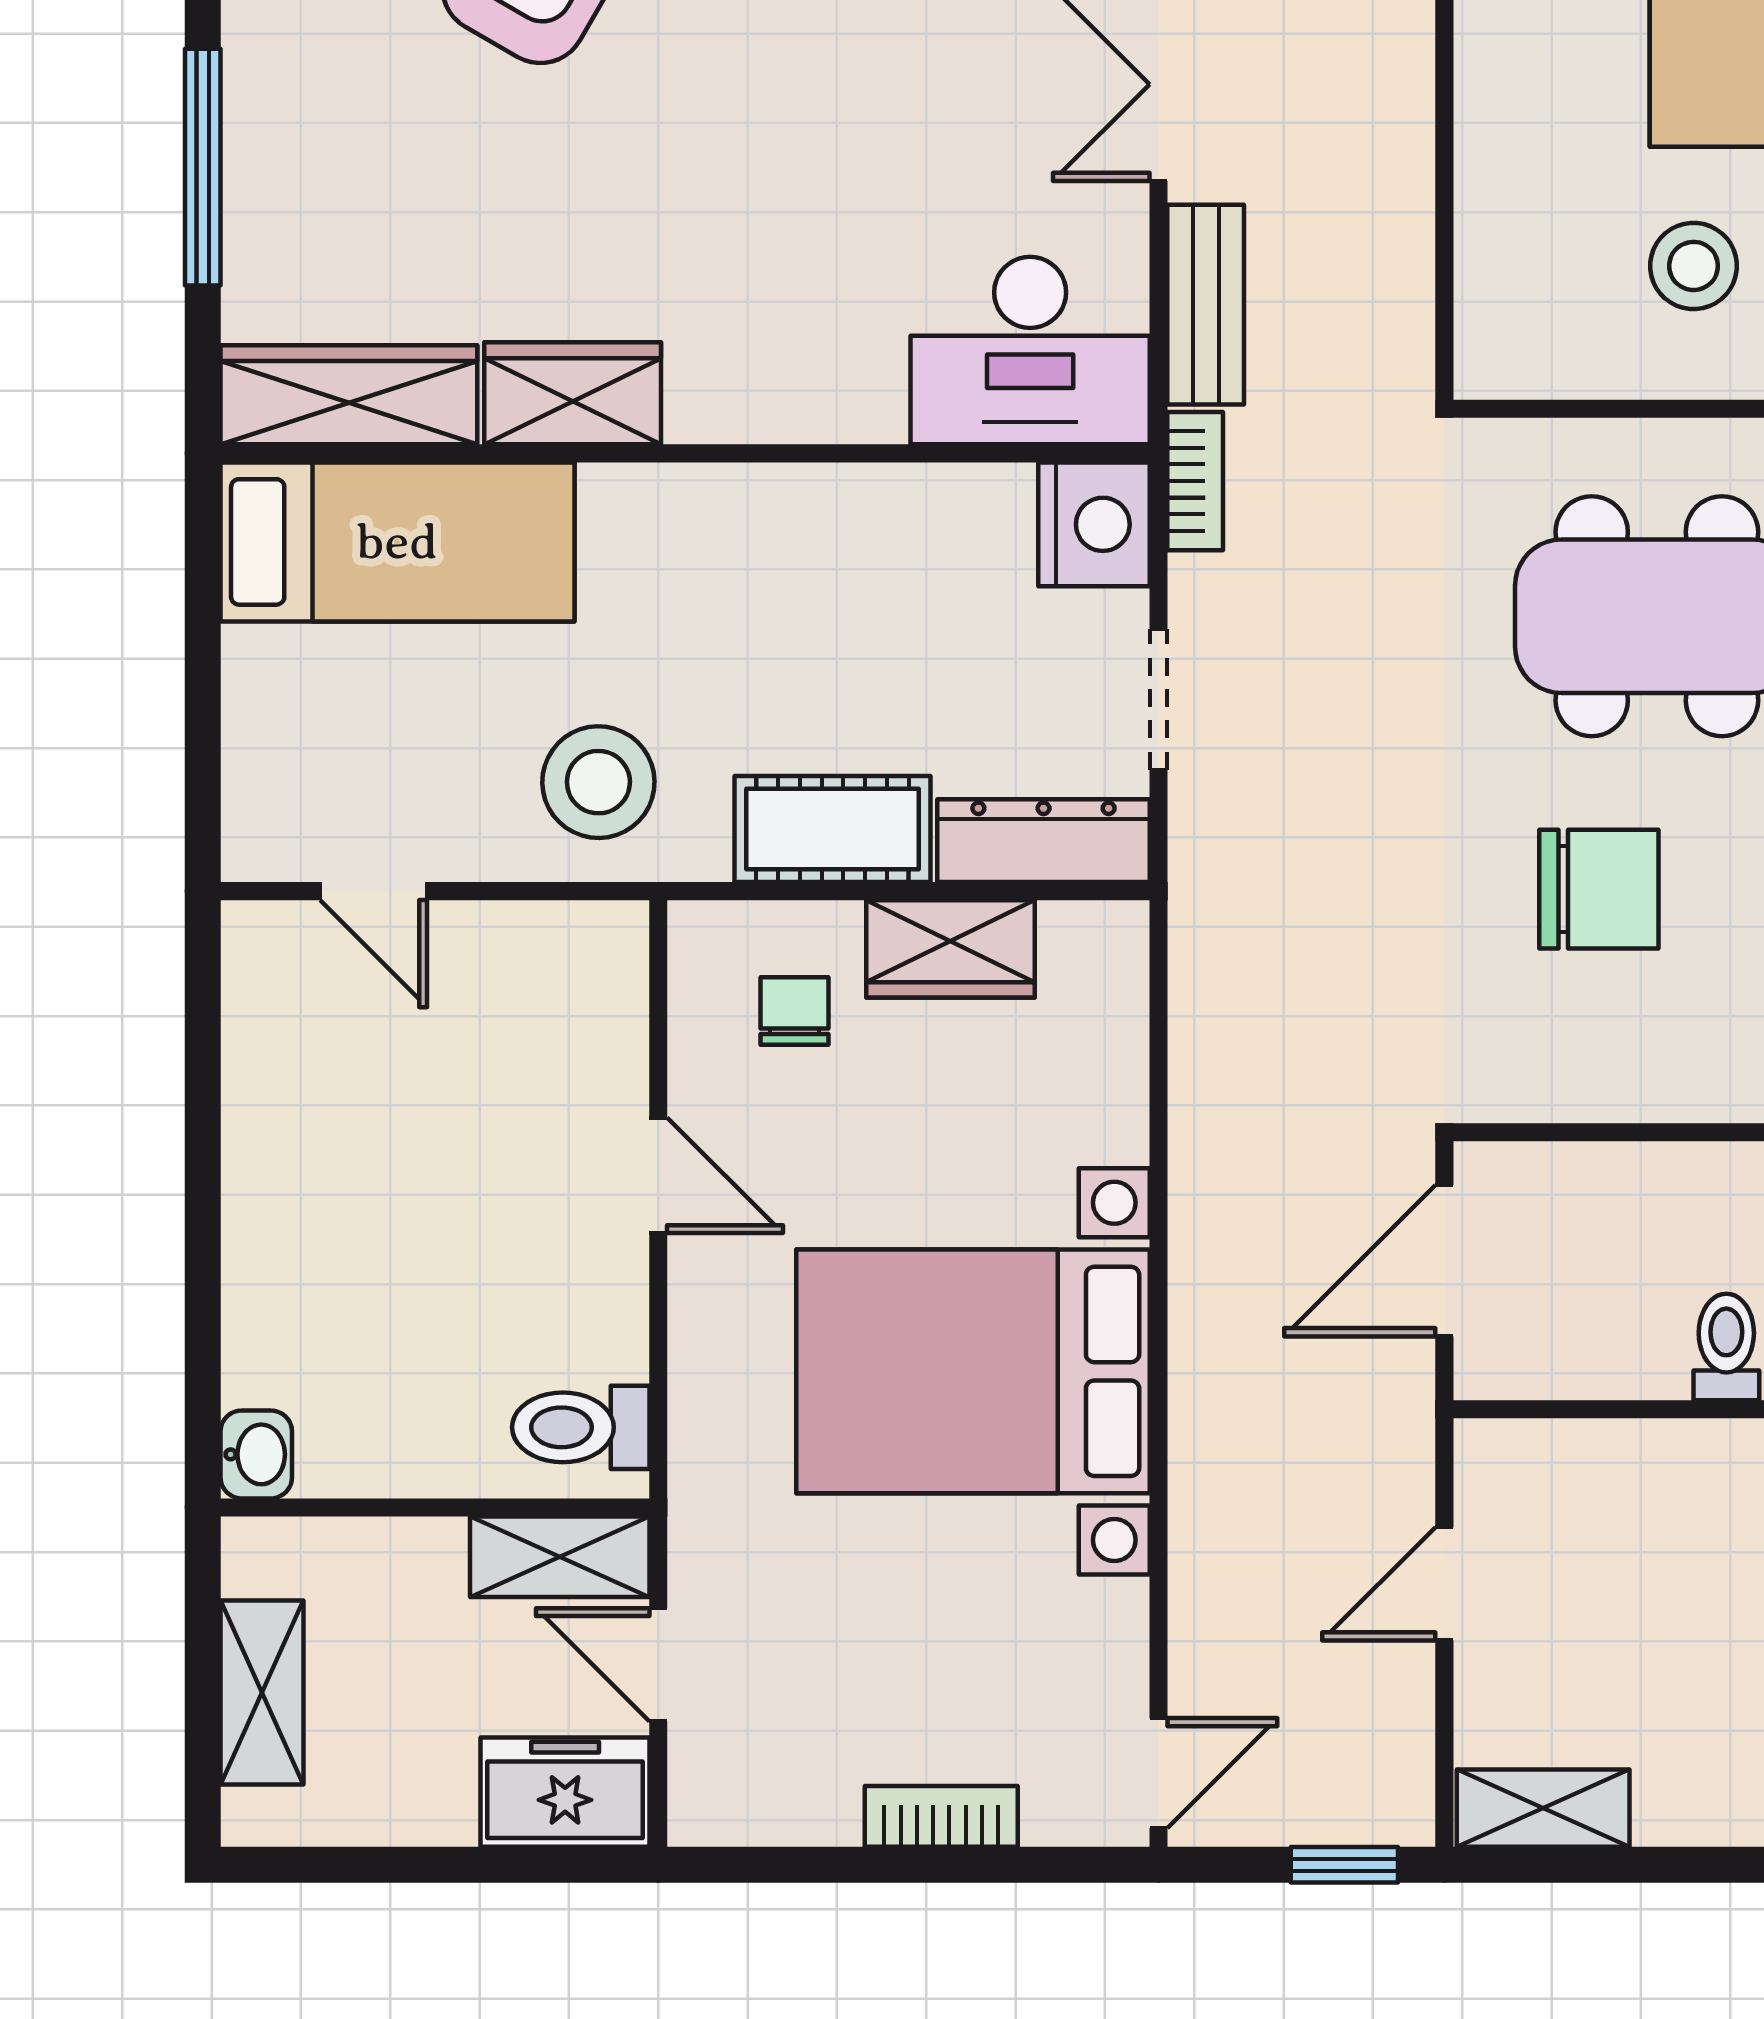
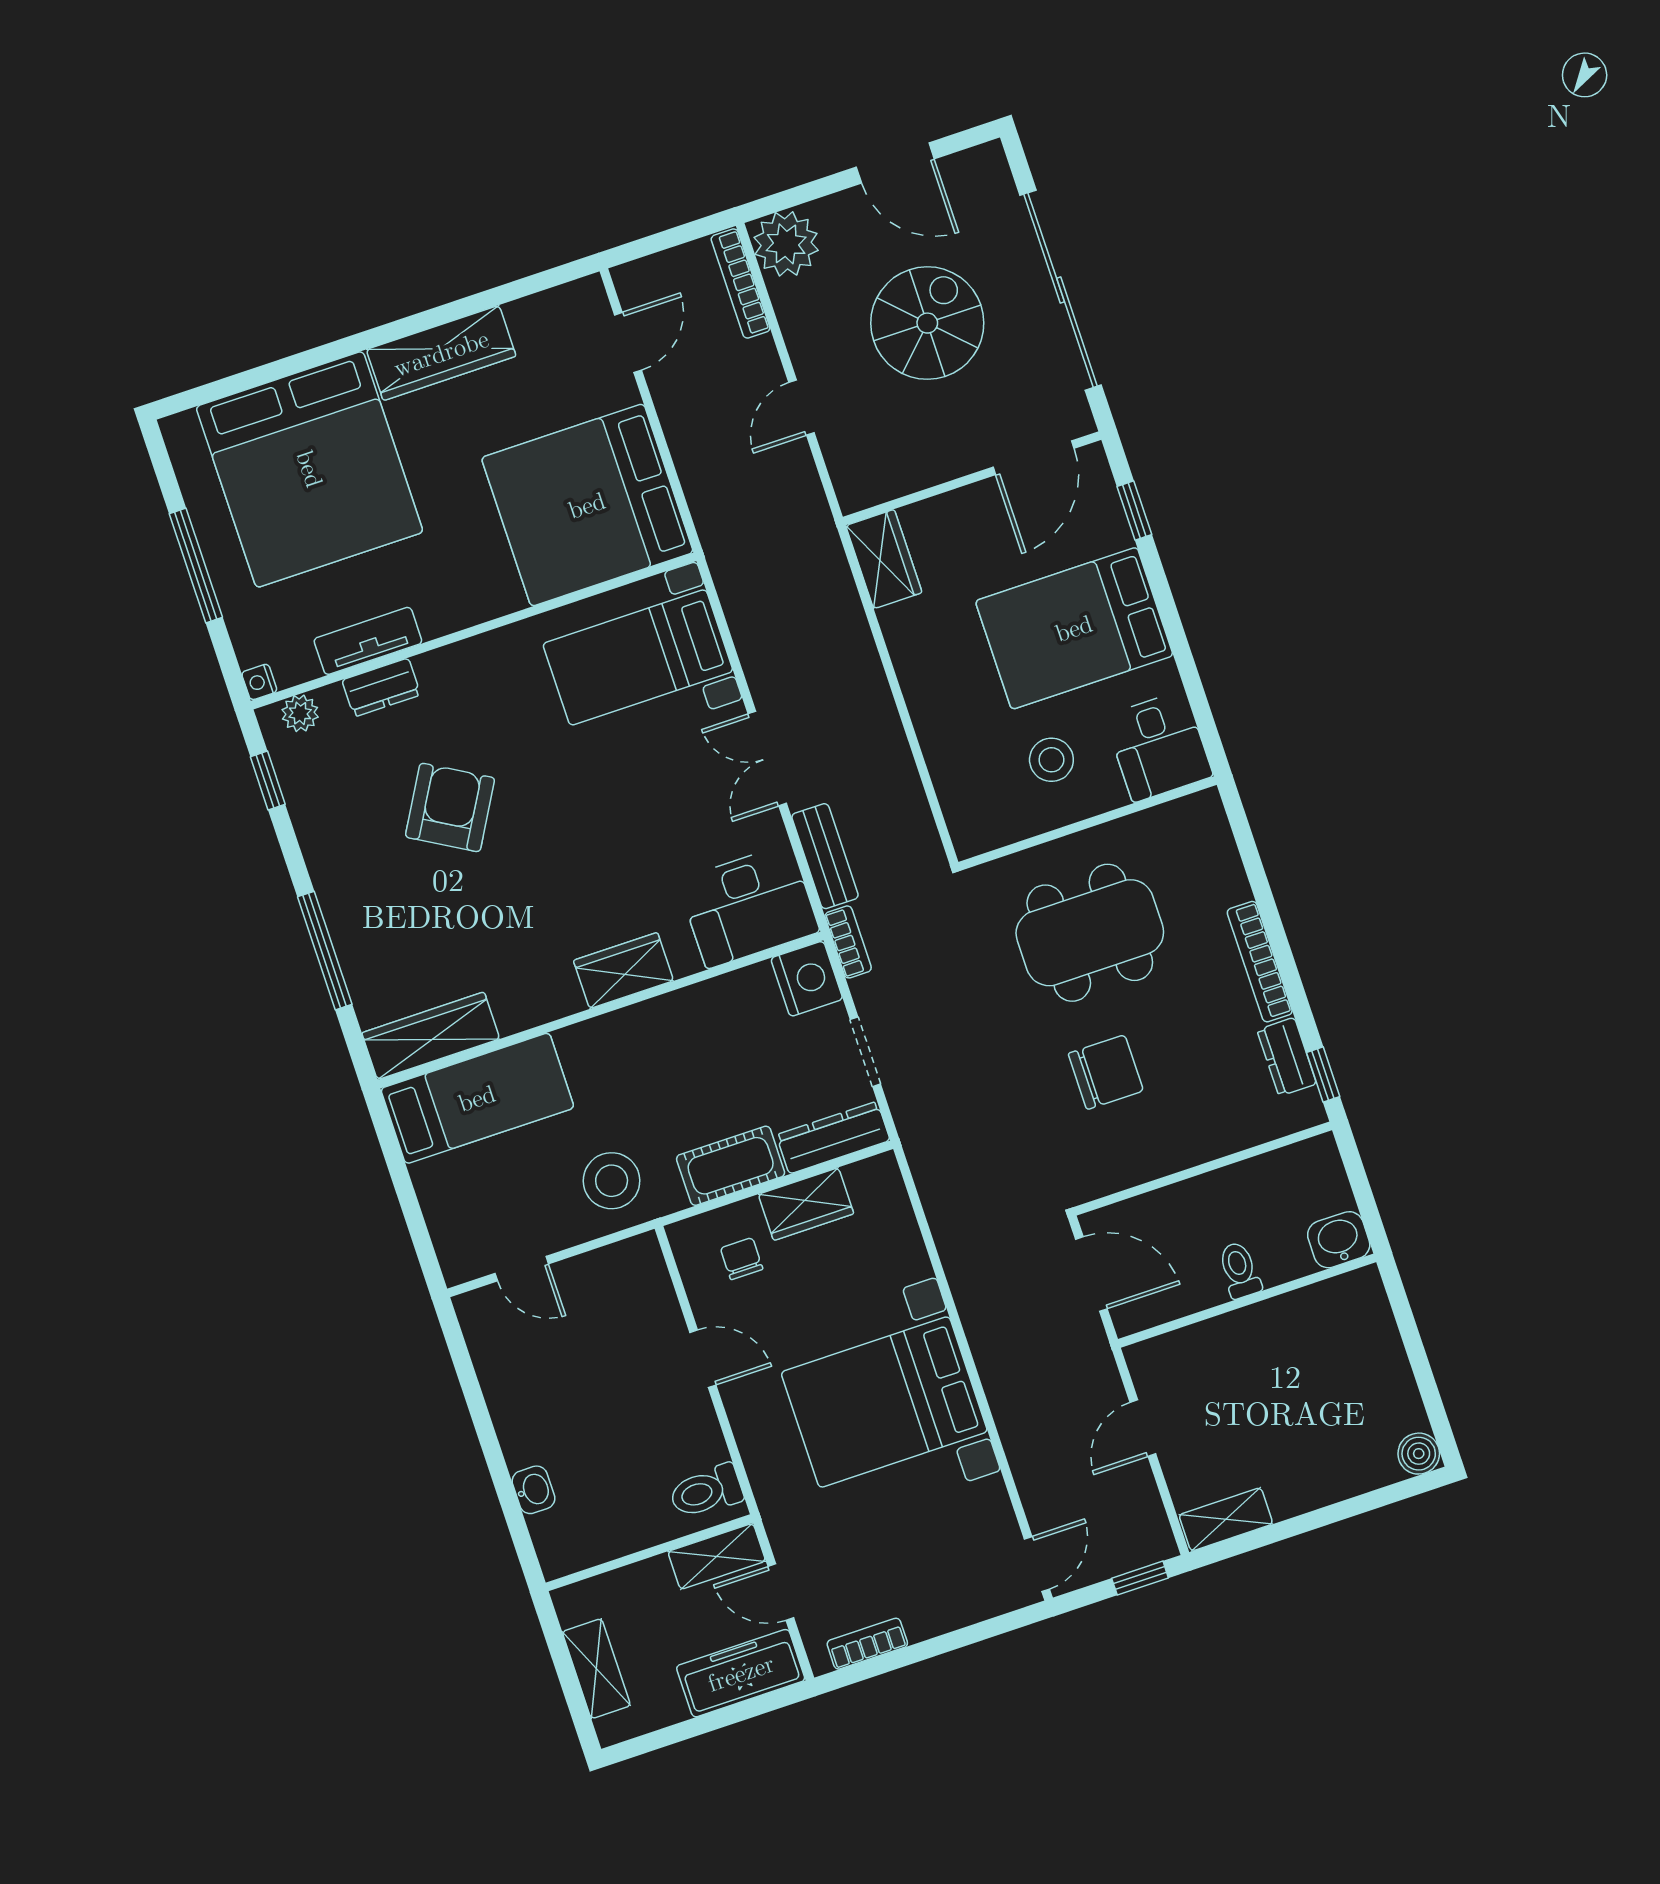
wardrobe: (573, 393) -> (623, 971), moved
door: (1444, 1261) -> (1091, 1274), swing flipped
washbasin: (256, 1454) -> (533, 1490), moved
freezer: (565, 1792) -> (741, 1673), width x1.40
bookcase: (941, 1816) -> (867, 1644), moved

